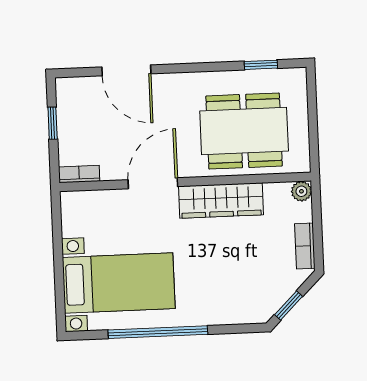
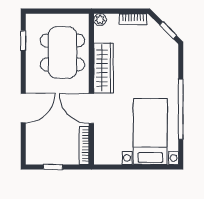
door: (126, 70) -> (23, 108), moved
bookcase: (79, 174) -> (84, 146), width x1.56

